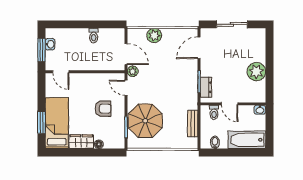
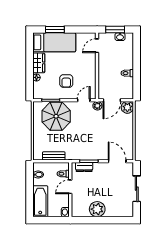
plant: (154, 35) -> (127, 107), moved

